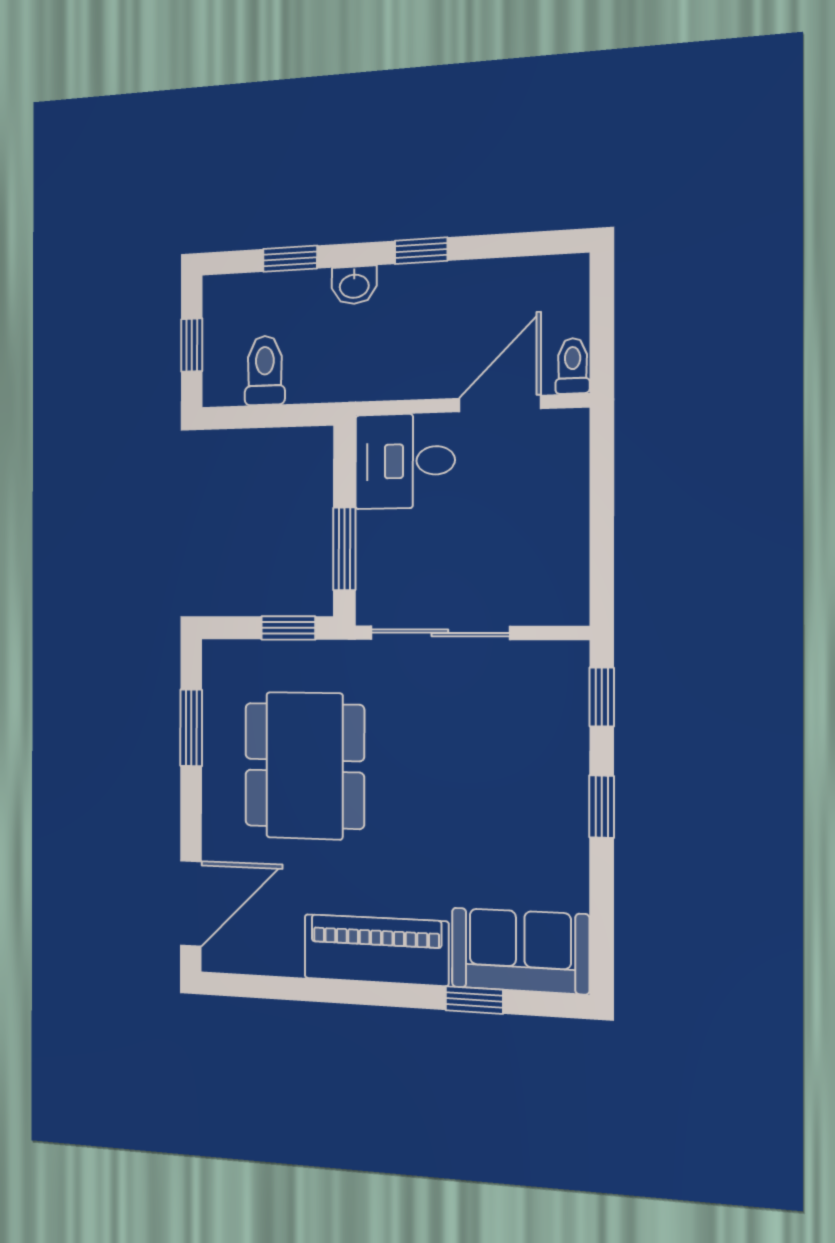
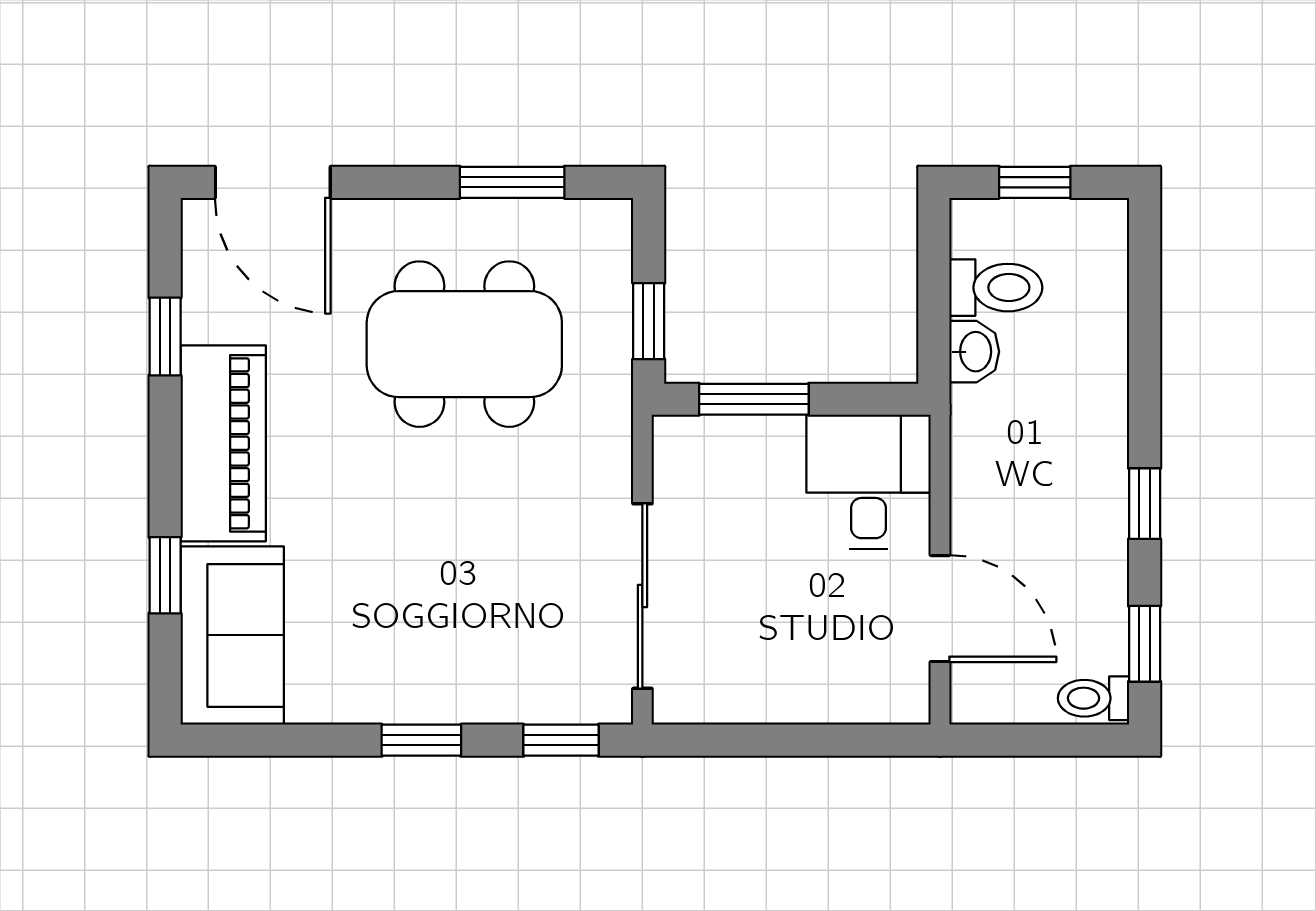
window: (290, 259) -> (1145, 644), moved
washbasin: (354, 285) -> (974, 352), moved, turned 180
toilet: (573, 366) -> (1093, 698), moved, turned 180
sliding door: (440, 633) -> (642, 596), moved
window: (299, 989) -> (165, 336), added

